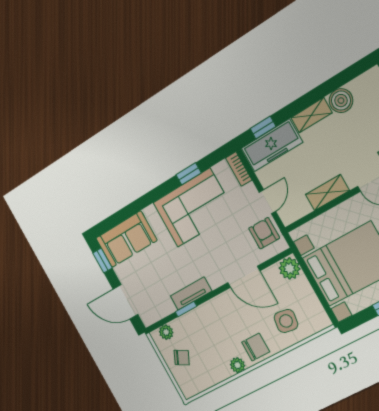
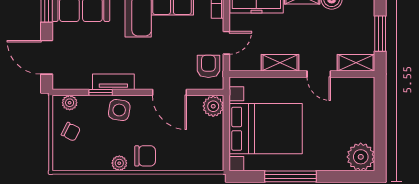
side table: (286, 321) -> (119, 110), moved

